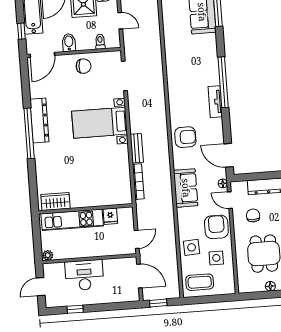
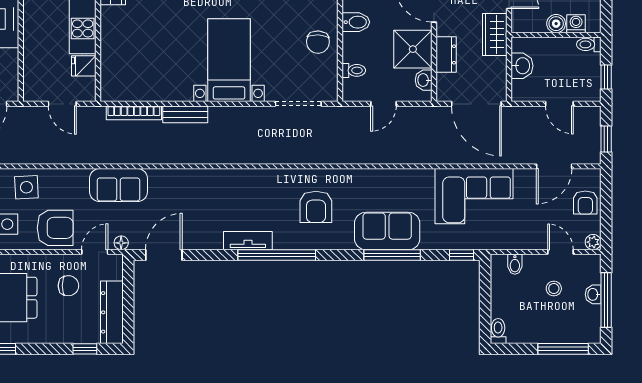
armchair: (185, 137) -> (316, 207), moved
door: (137, 239) -> (62, 104), moved

